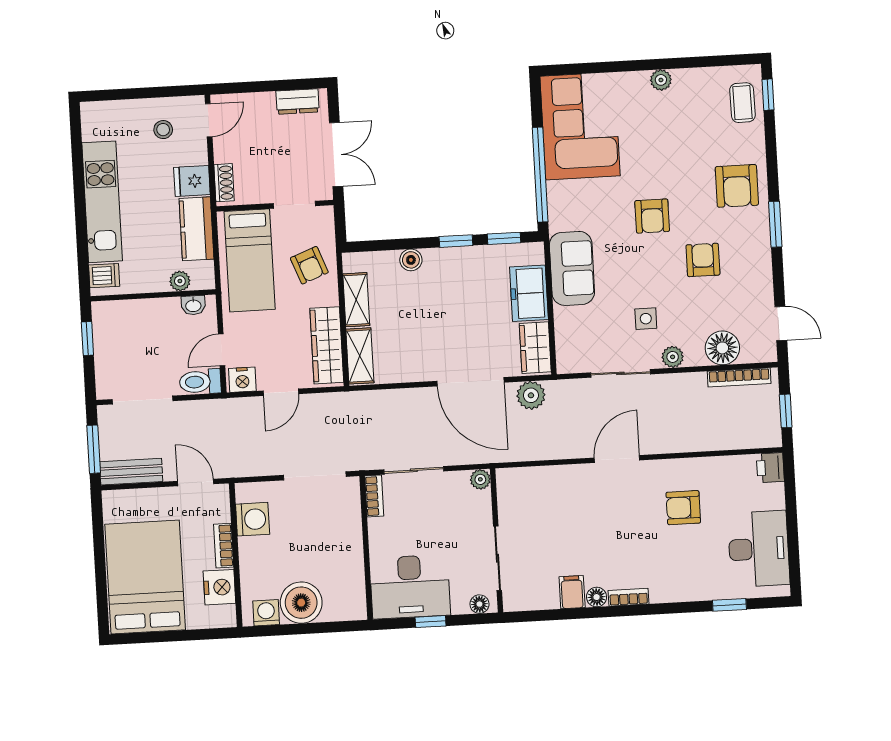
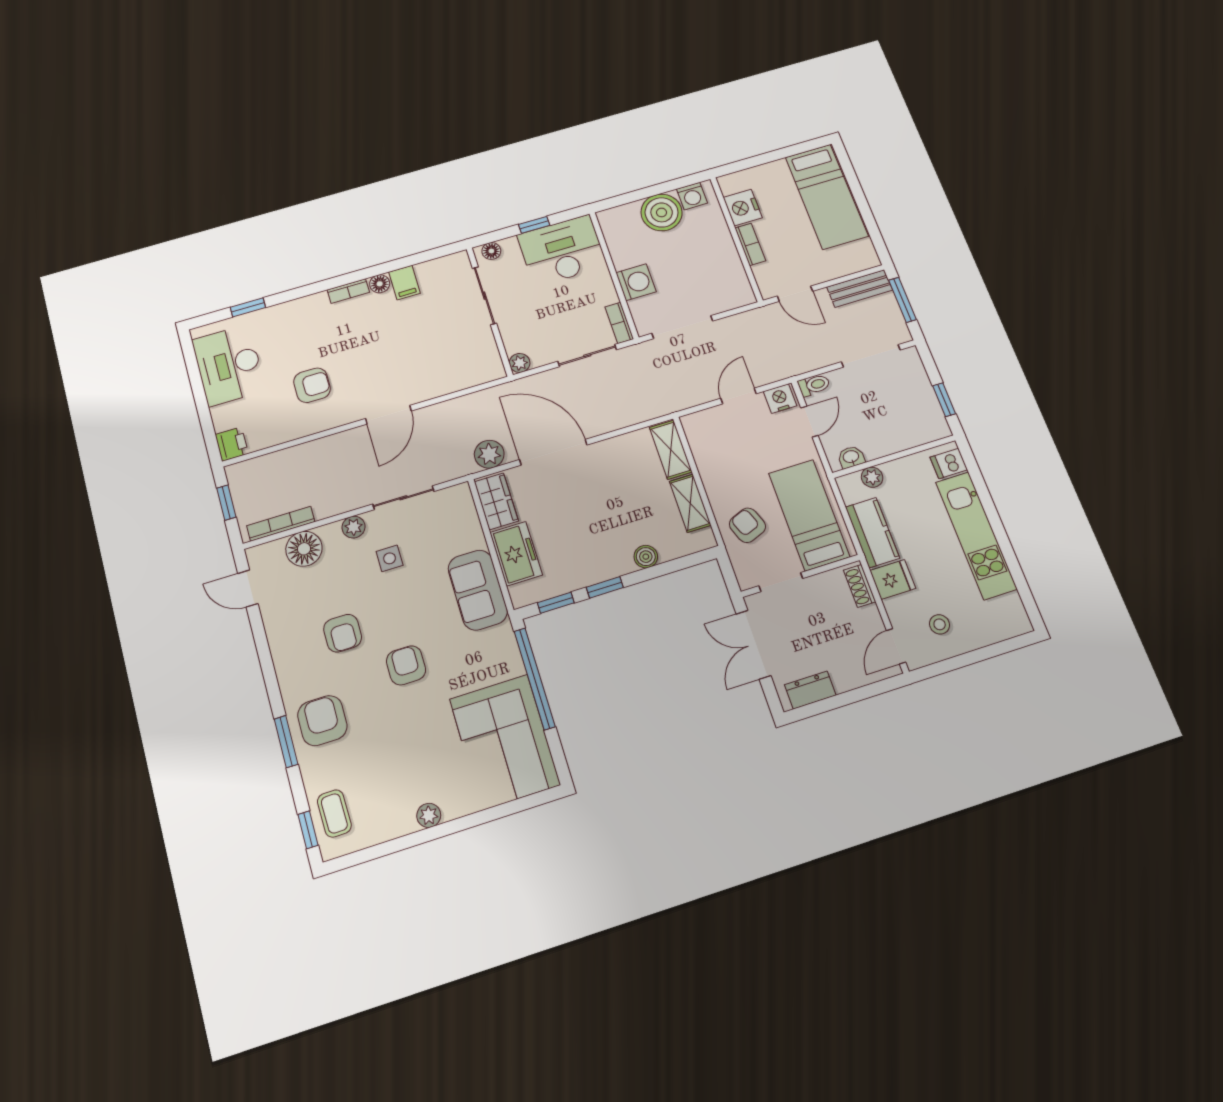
window: (775, 224) -> (286, 742), moved
wardrobe: (327, 345) -> (707, 452), removed
toilet: (200, 382) -> (814, 385), width x0.73, depth x0.72
washing machine: (253, 519) -> (636, 282), moved, turned 180
bed: (145, 577) -> (827, 197), width x0.67

